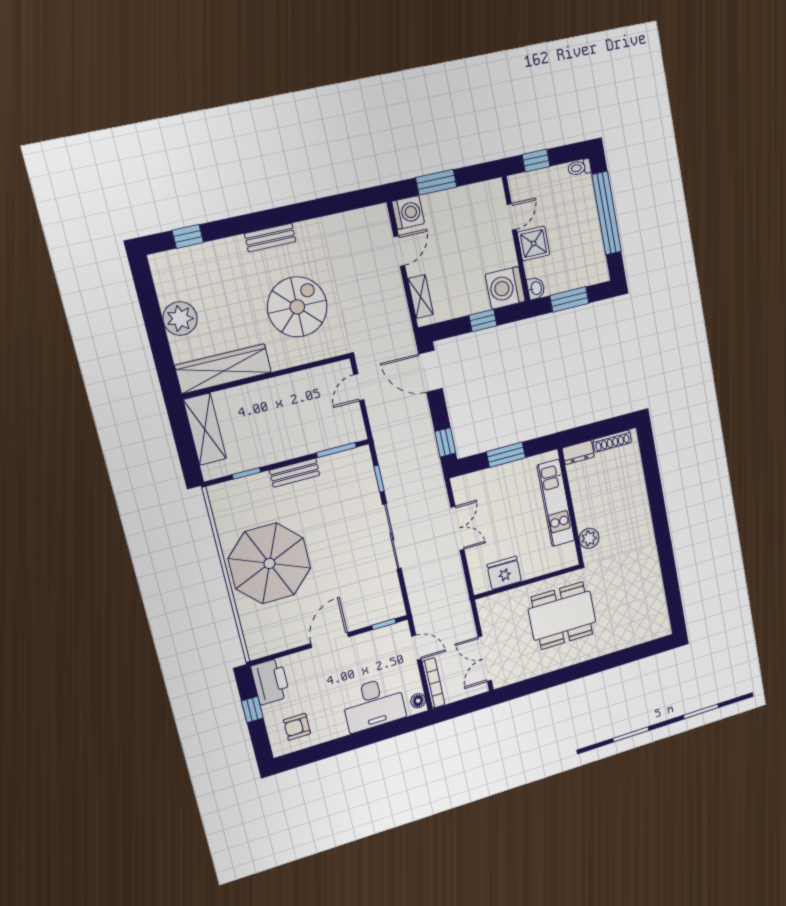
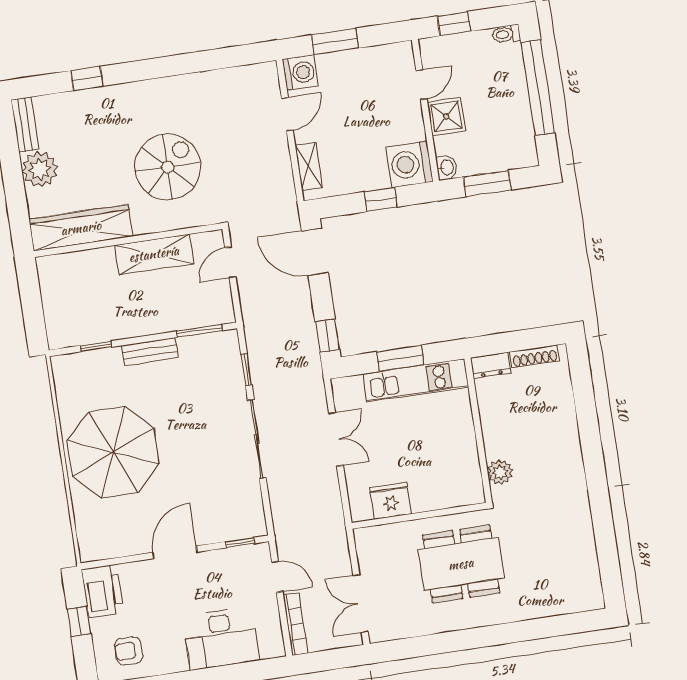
window: (188, 236) -> (87, 78), moved
bench: (270, 238) -> (25, 124), moved, turned 90
shelving: (205, 429) -> (154, 254), moved, turned 90
kitchen unit: (556, 503) -> (416, 380), moved, turned -90
floor lamp: (418, 701) -> (275, 643), removed

